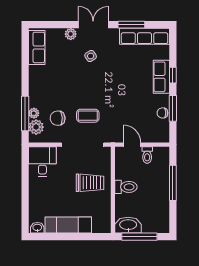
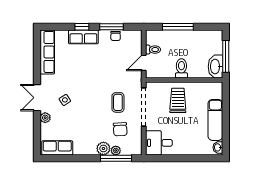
window: (131, 25) -> (37, 64), removed
plant: (36, 127) -> (103, 148), moved

